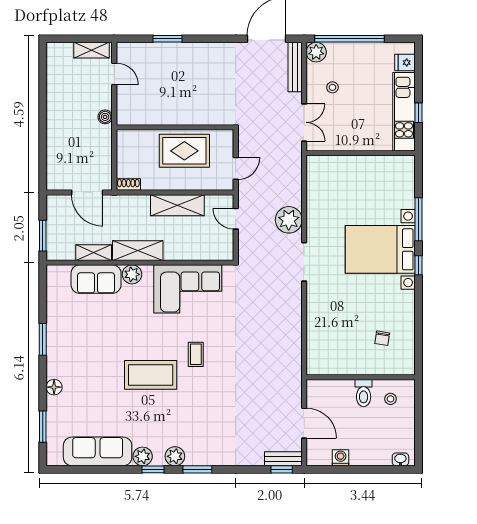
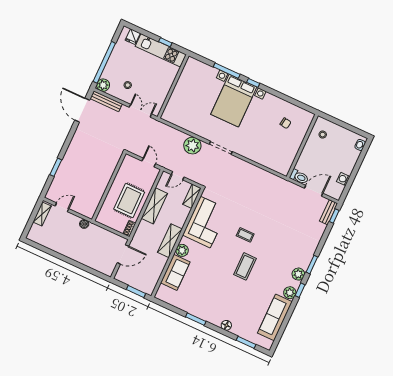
rug: (184, 151) -> (129, 201), moved
shelving: (94, 253) -> (192, 196), moved
coffee table: (151, 375) -> (245, 266), width x0.73, depth x0.76
toilet: (364, 393) -> (299, 177), moved

